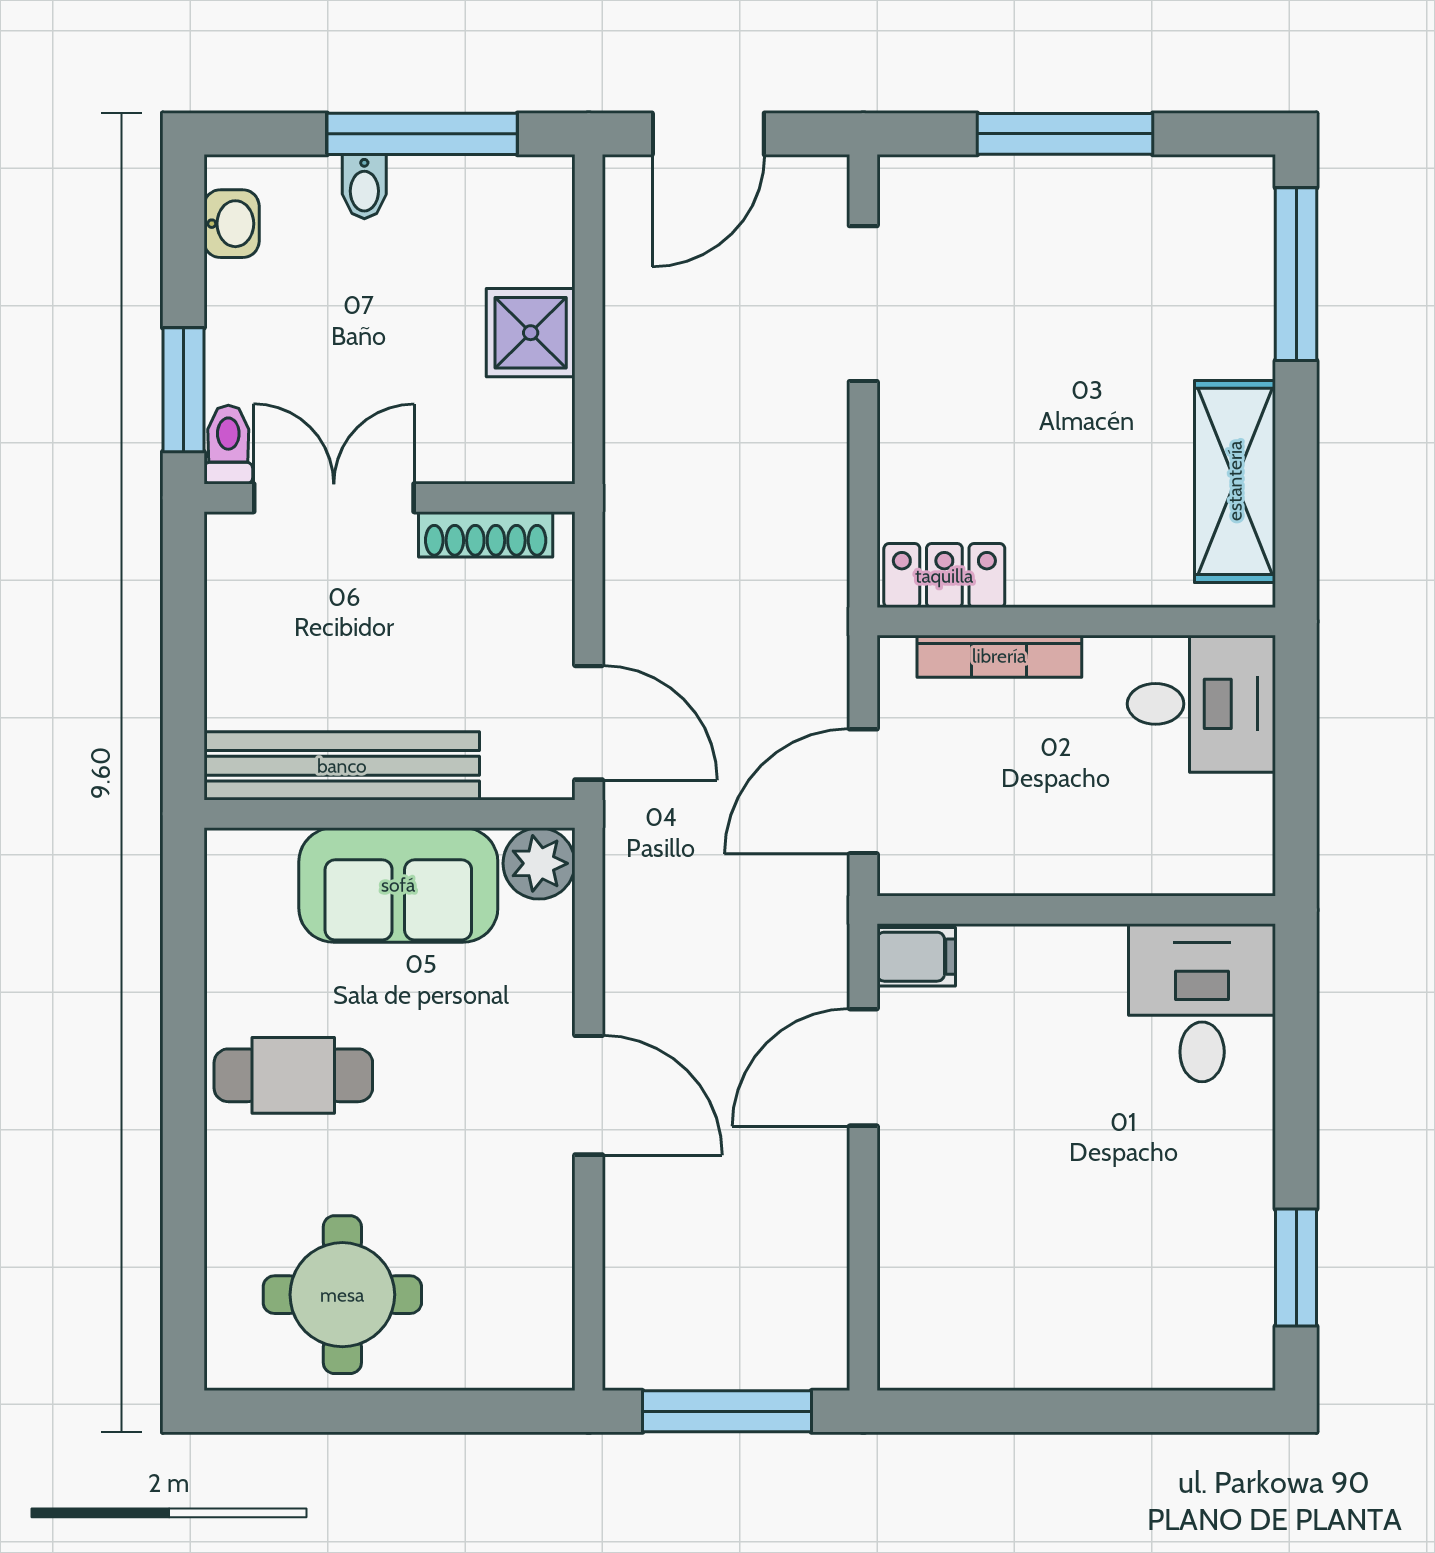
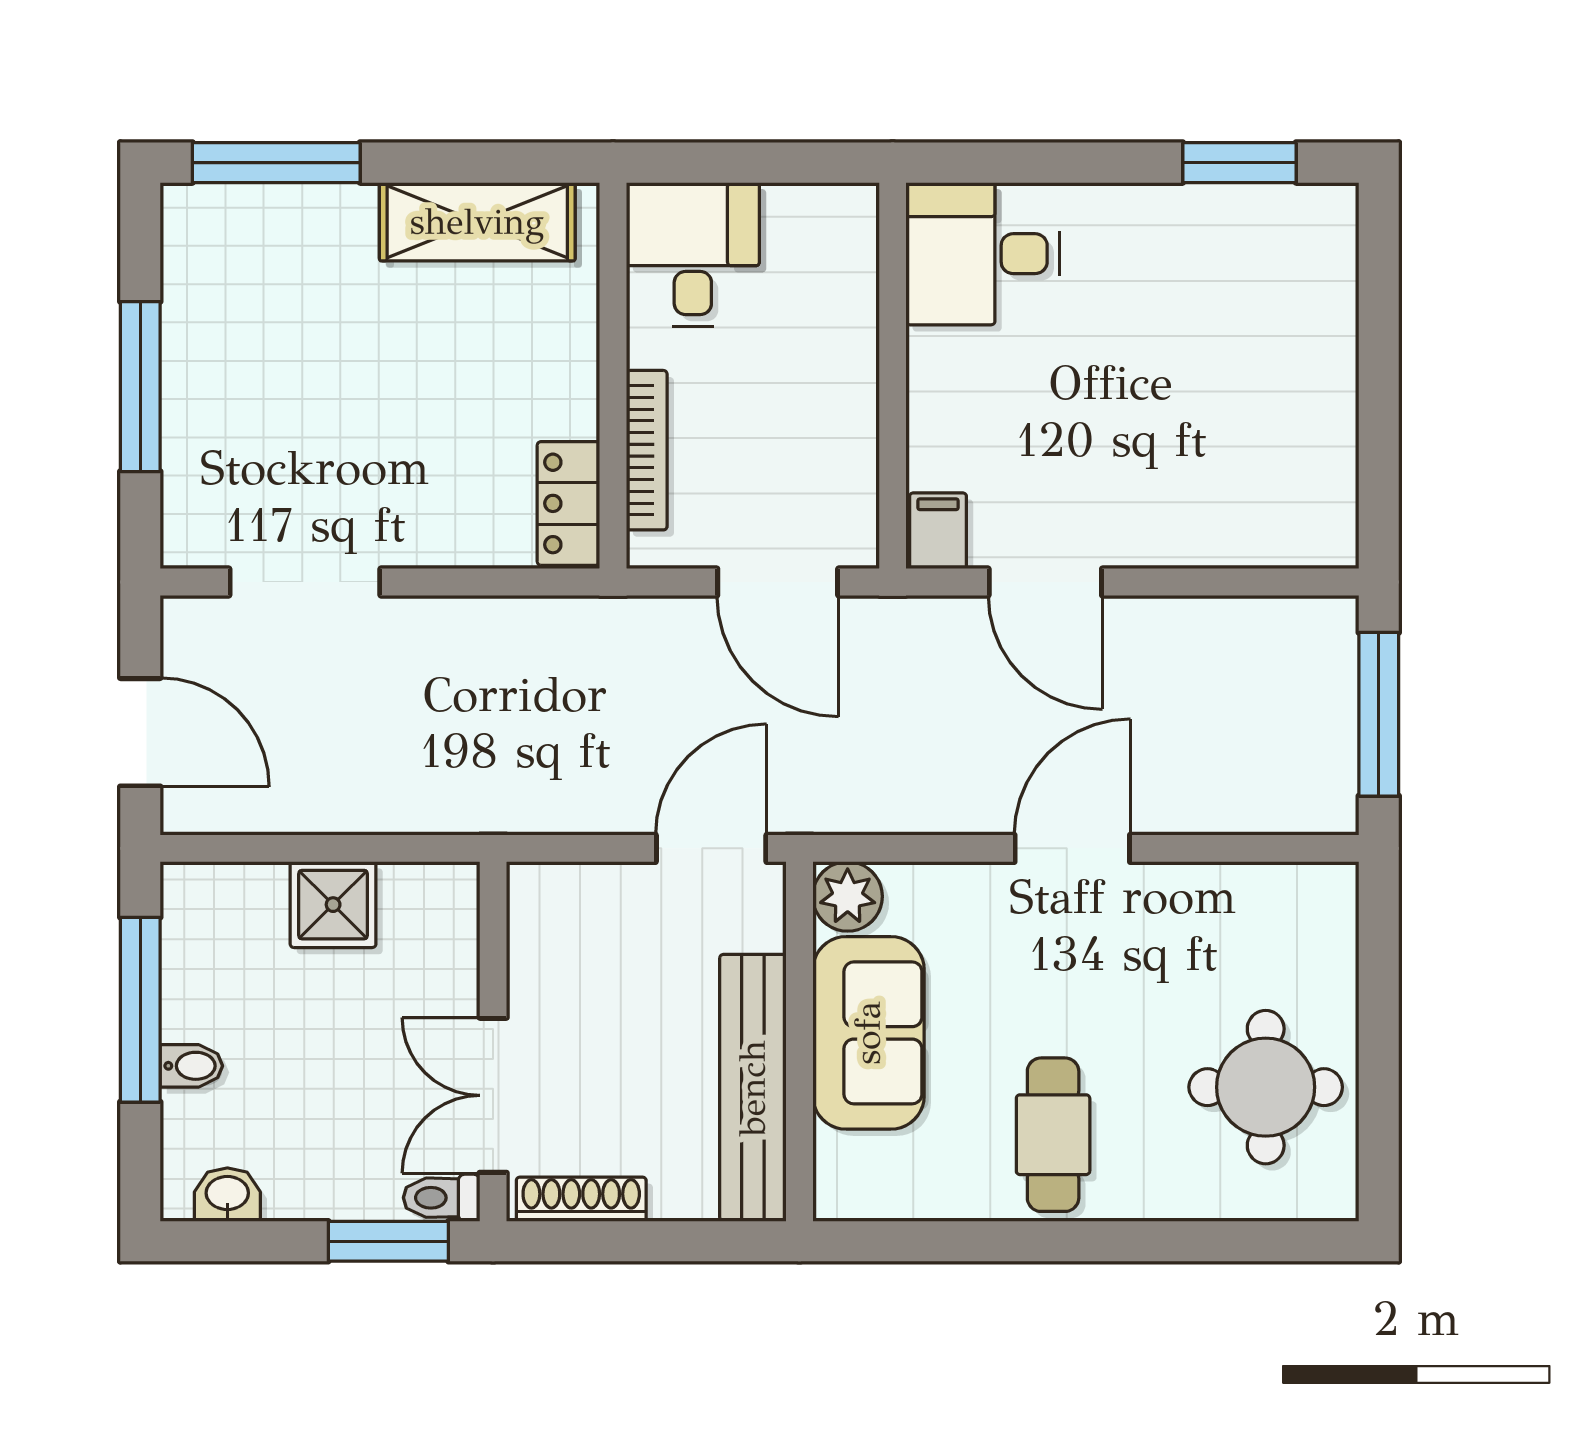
shoe rack: (486, 534) -> (581, 1199), moved, turned -90

